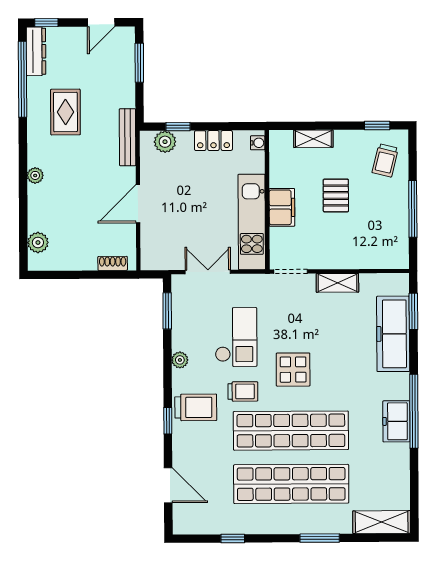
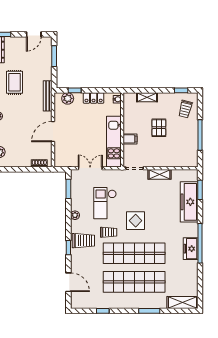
filing cabinet: (282, 207) -> (130, 139), width x0.50
checkout: (236, 337) -> (105, 203), turned 180

